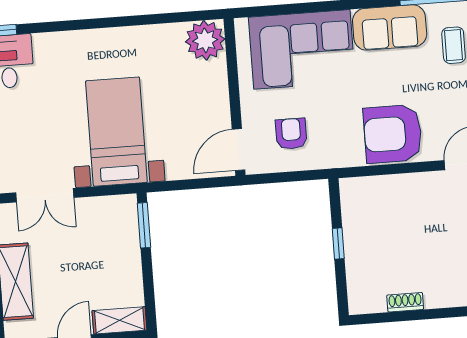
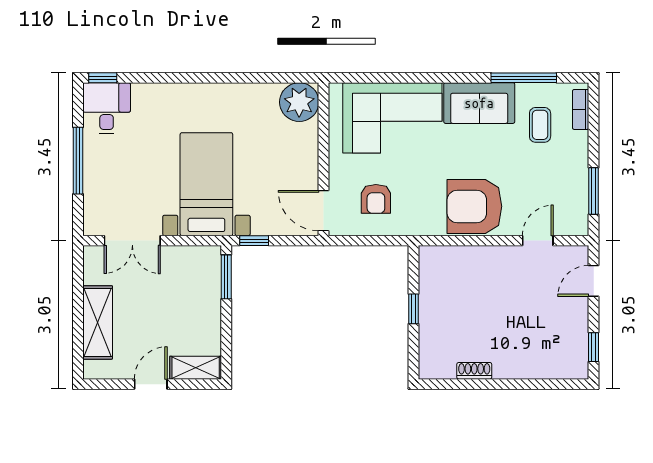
armchair: (291, 134) -> (376, 199), turned 180
door: (238, 150) -> (324, 211), hinge flipped
window: (170, 186) -> (254, 241), added

